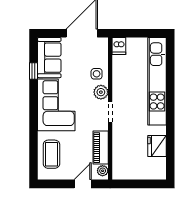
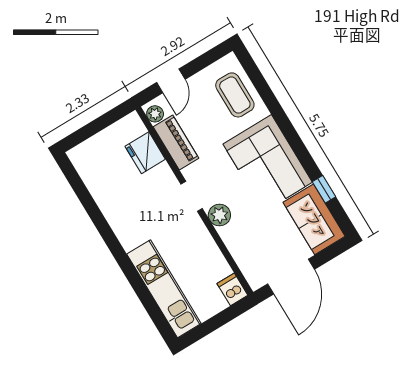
side table: (97, 74) -> (240, 236), removed
kitchen unit: (157, 81) -> (164, 289), width x0.73
fridge: (157, 146) -> (145, 153), moved, turned 180

